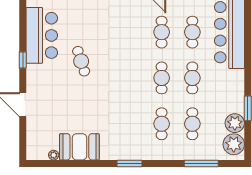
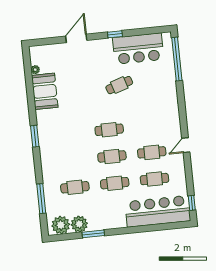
cafe table: (162, 124) -> (109, 130), moved

